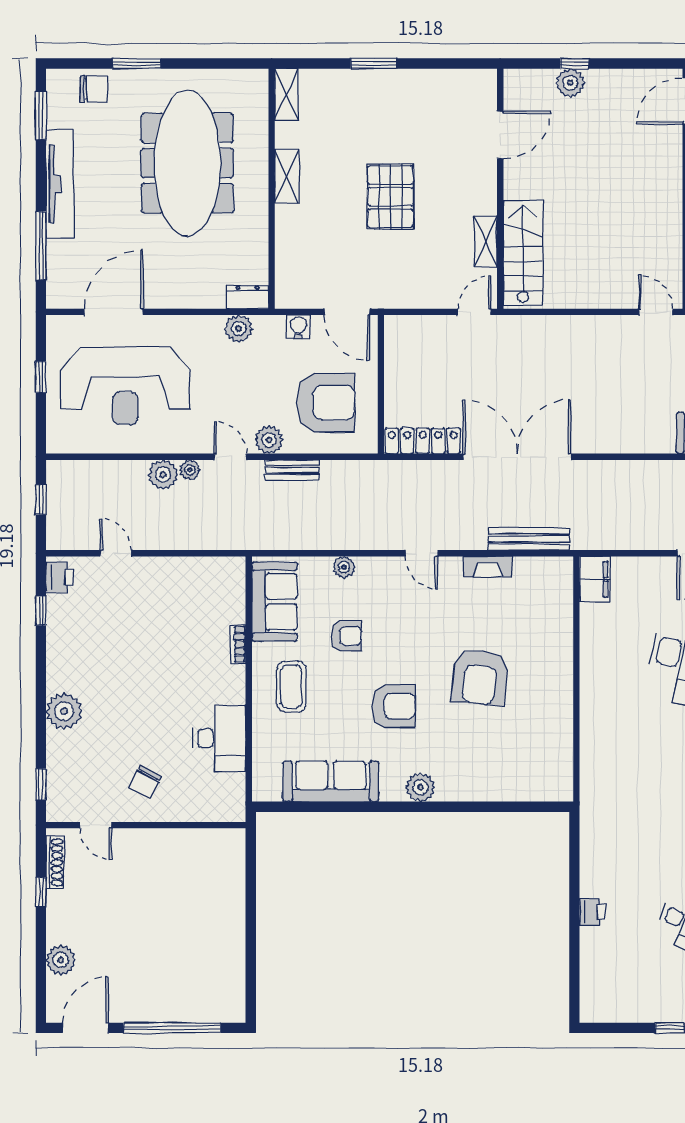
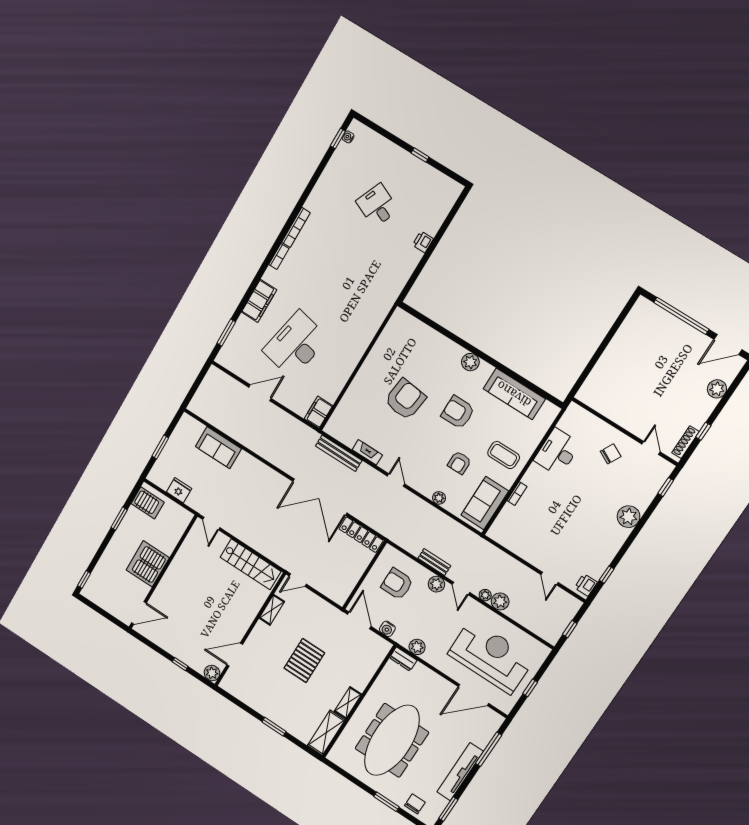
plant: (570, 83) -> (212, 673), moved
chair: (94, 89) -> (415, 804), turned 90
shelving: (286, 95) -> (326, 733), width x1.50, depth x1.33
stairs: (523, 253) -> (251, 564), moved, turned -90
armchair: (326, 403) -> (397, 584), width x0.73, depth x0.73
armchair: (347, 636) -> (459, 463), turned -90
coffee table: (291, 687) -> (504, 455), turned 90

